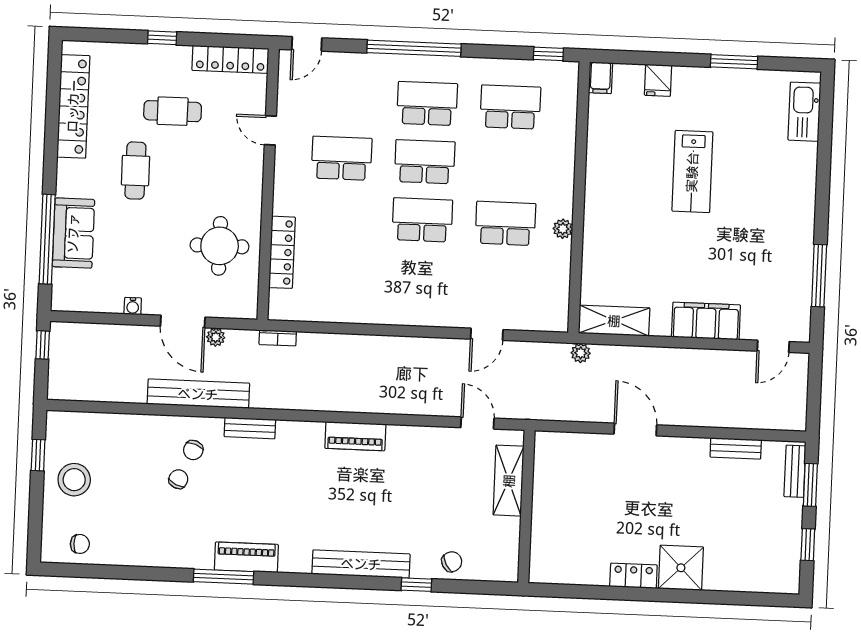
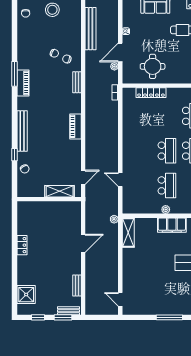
window: (819, 276) -> (169, 317), moved
filing cabinet: (706, 321) -> (172, 225), moved, turned 90
bench: (198, 394) -> (90, 29), moved
shower: (681, 568) -> (26, 295), moved

